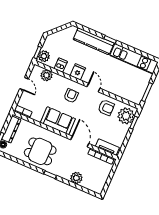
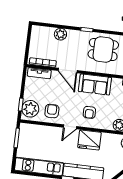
dishwasher: (61, 65) -> (108, 139), removed
fridge: (78, 72) -> (89, 140), width x1.88, depth x1.34
door: (93, 88) -> (70, 127), hinge flipped
armchair: (106, 108) -> (52, 111), turned 90

